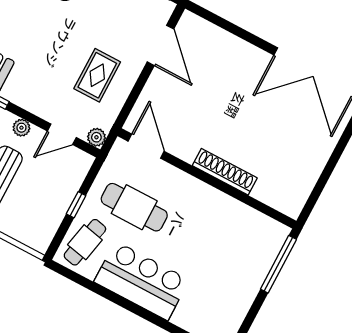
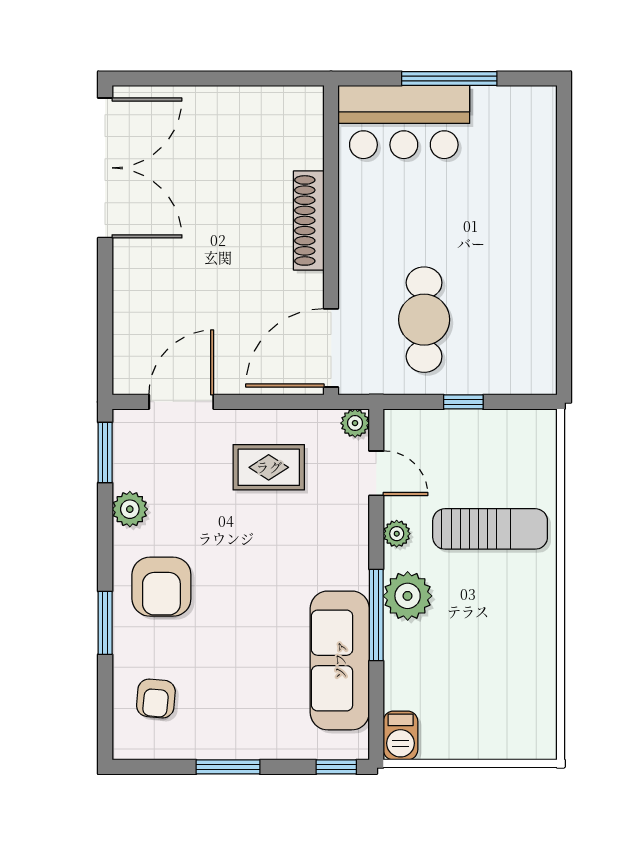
door: (146, 146) -> (331, 348), width x1.36
cafe table: (85, 242) -> (509, 362), removed
window: (278, 264) -> (449, 78), moved
bar counter: (142, 281) -> (404, 122), moved, turned -90

